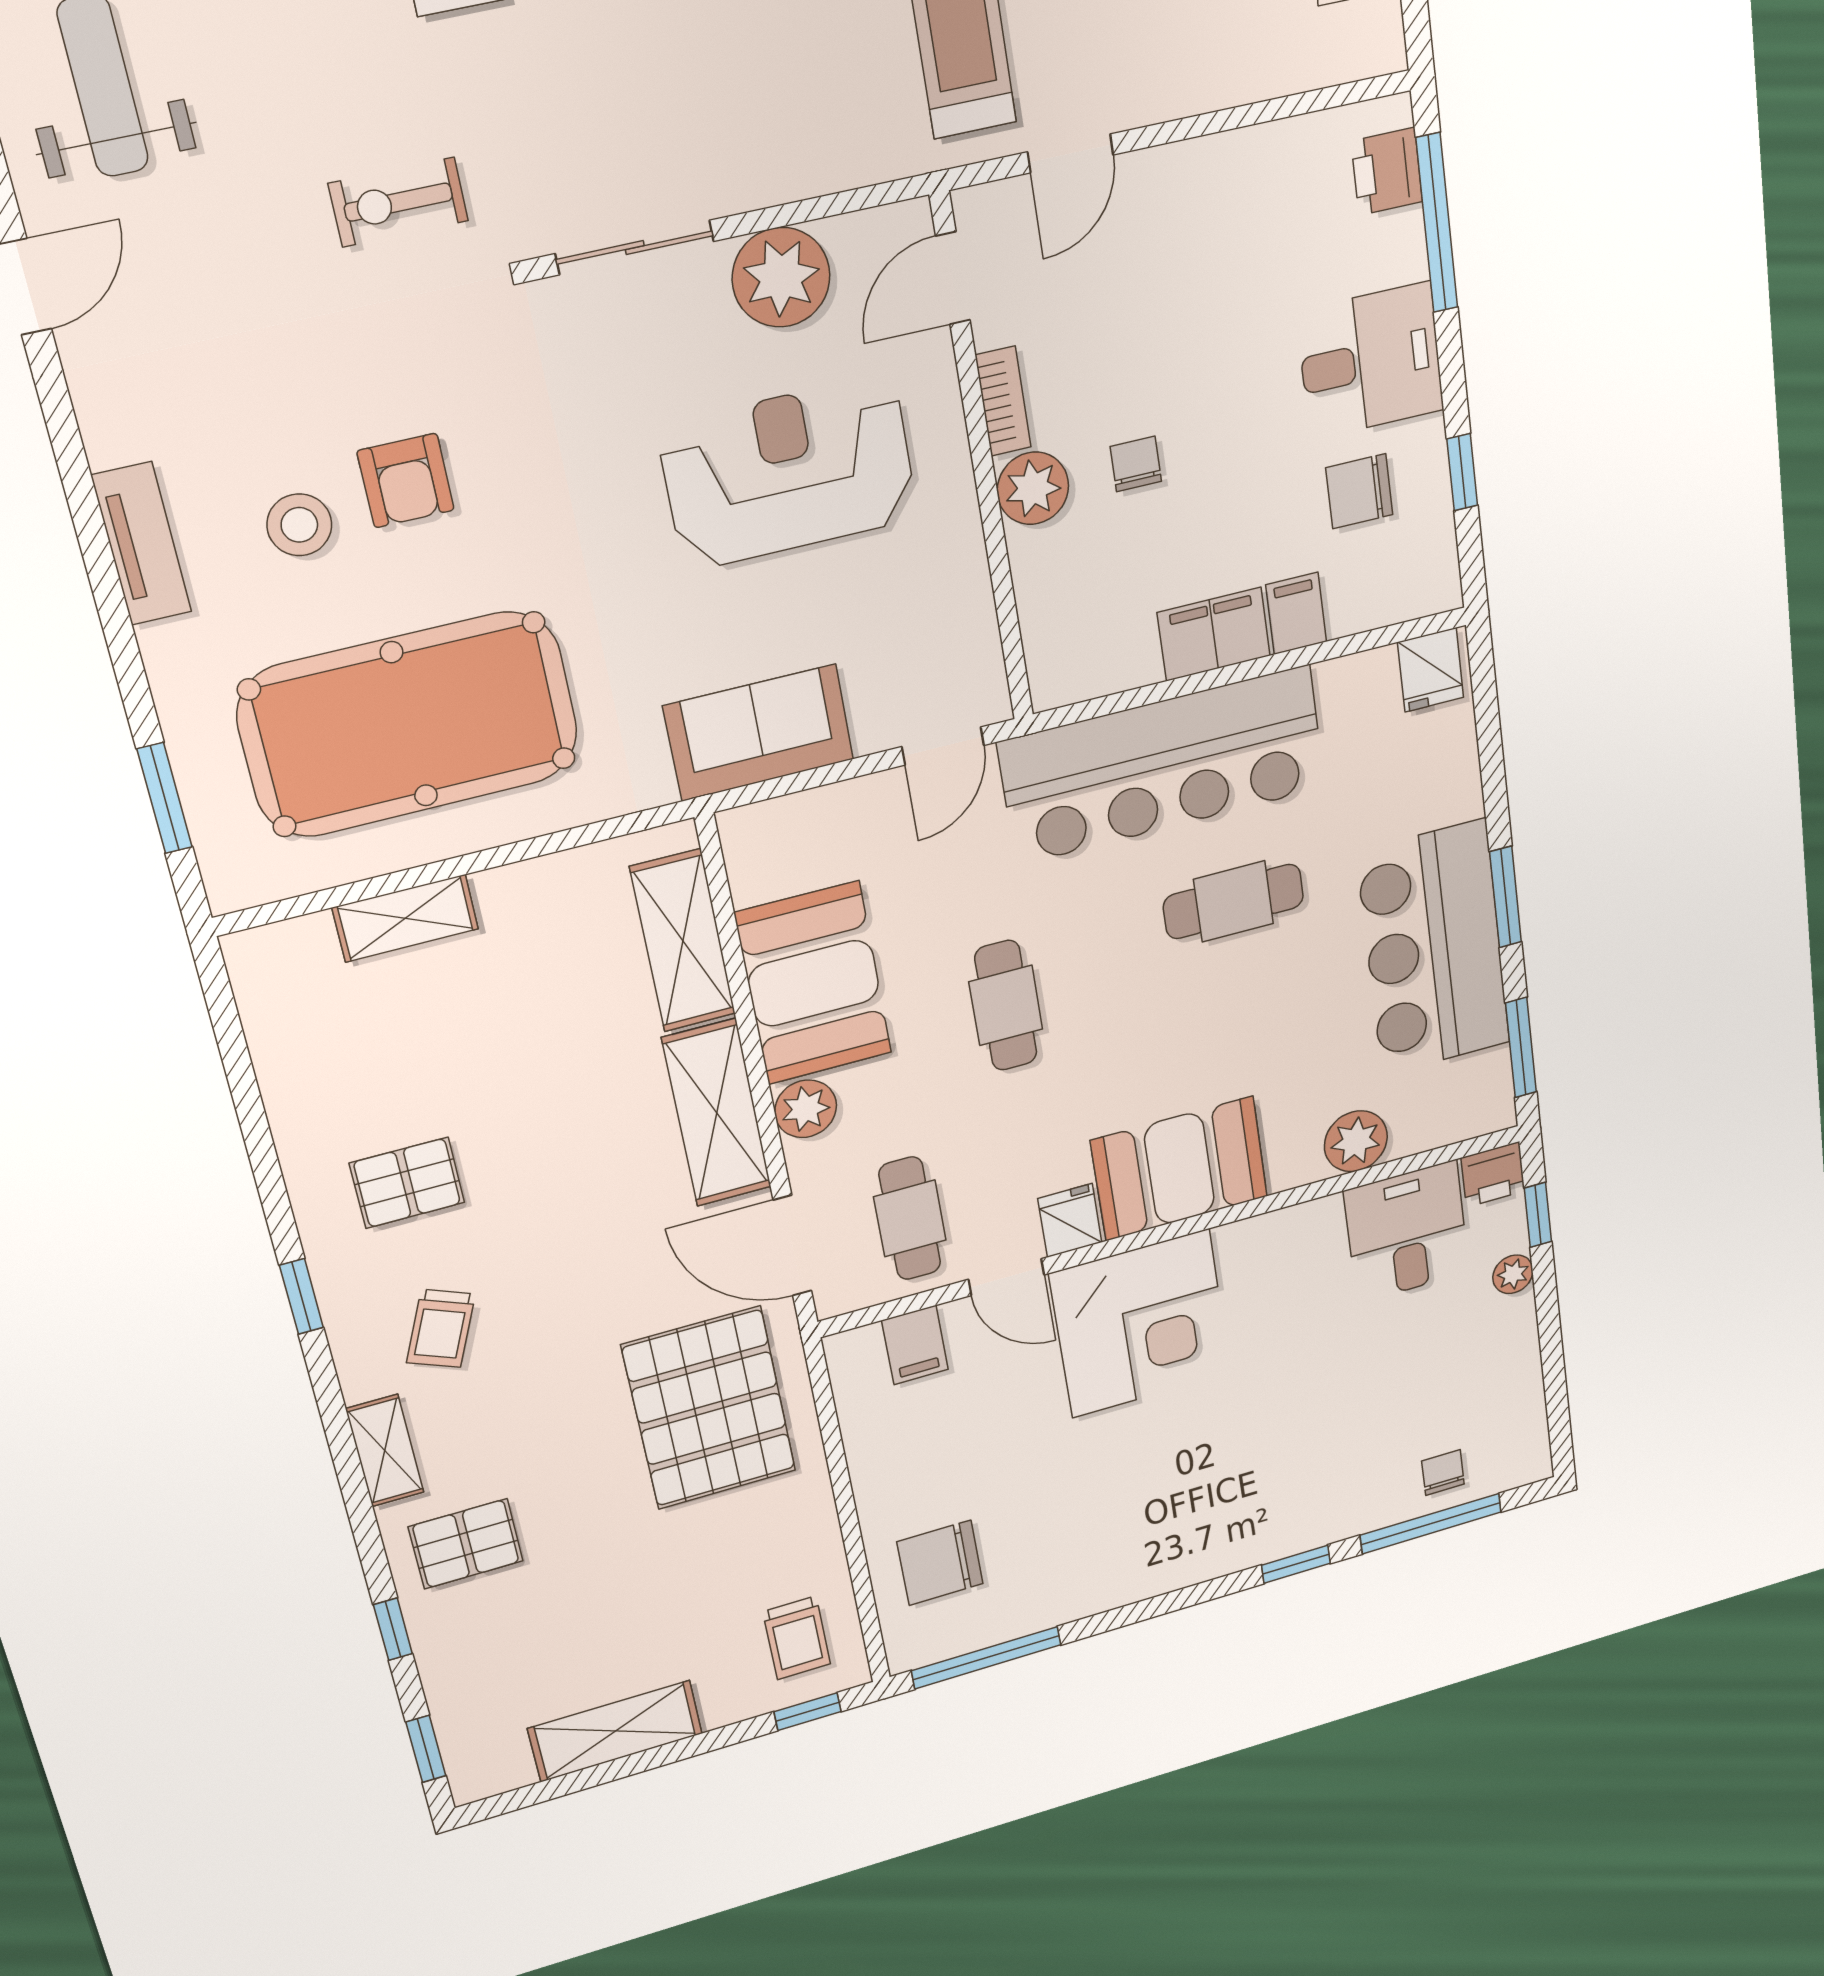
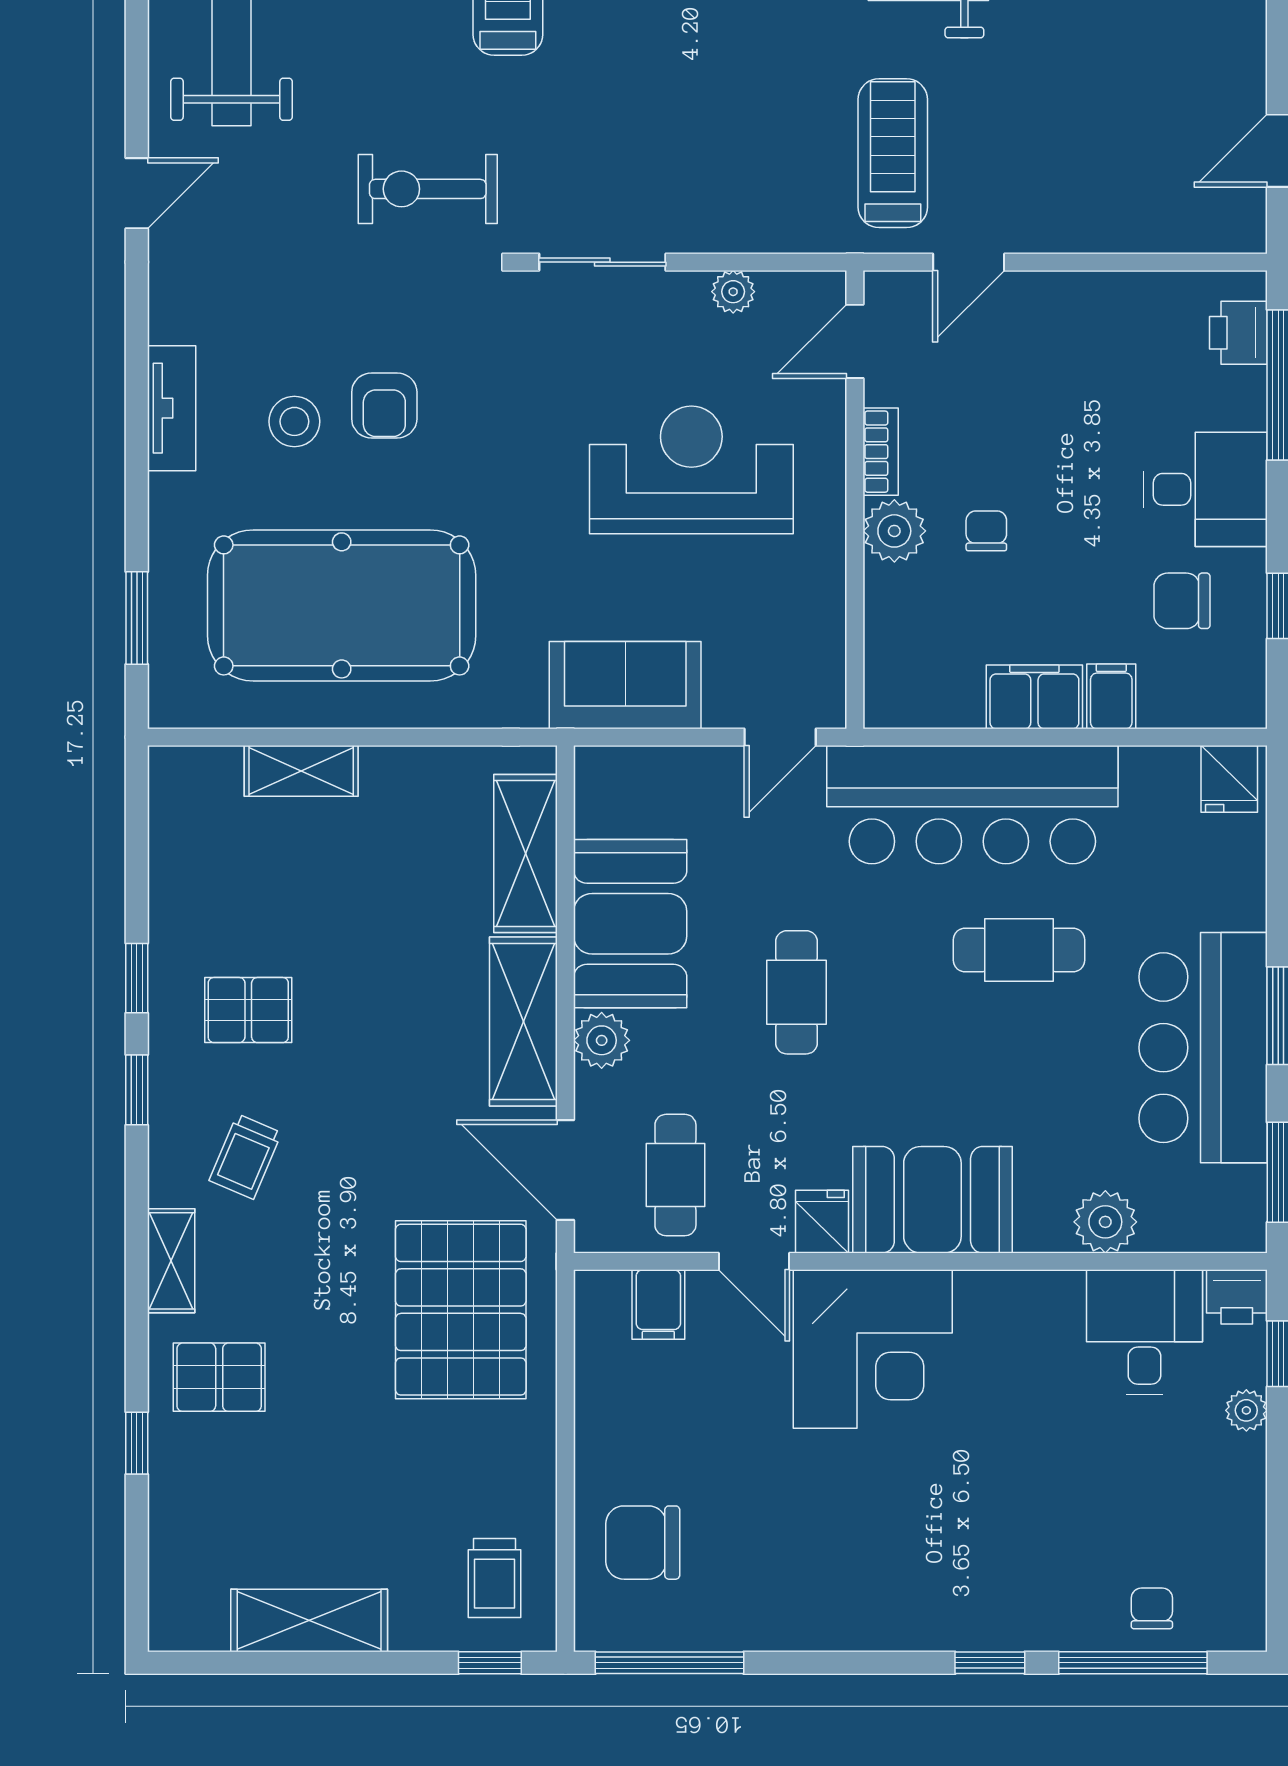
exercise bike: (398, 202) -> (428, 189), width x1.38, depth x1.39
plant: (781, 277) -> (733, 292), width x0.53, depth x0.53
window: (426, 1749) -> (137, 978), moved

